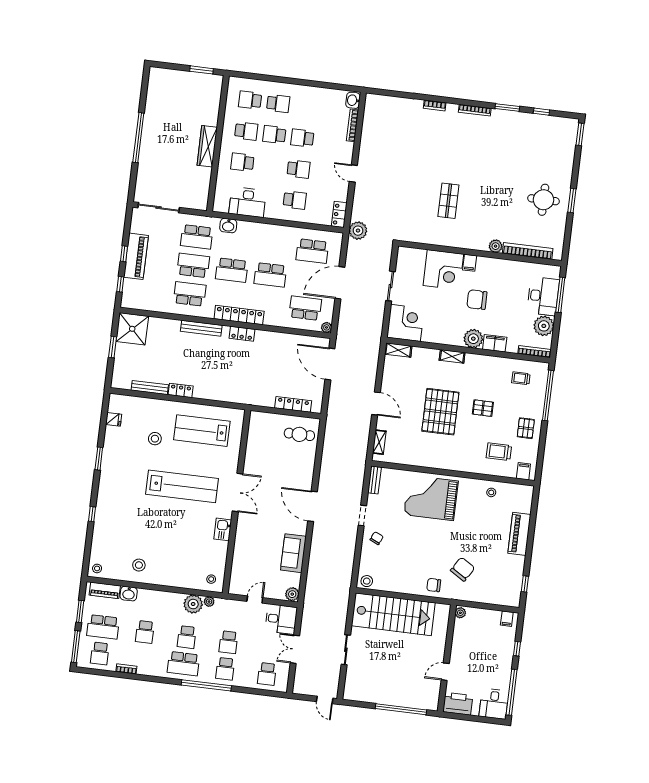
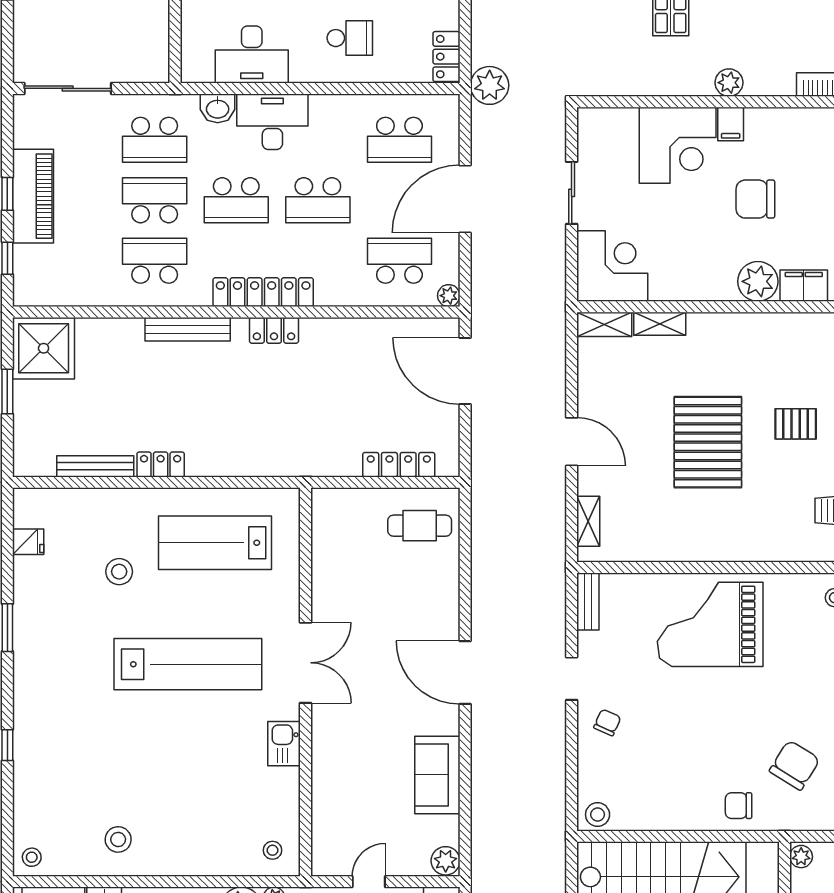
desk: (253, 235) -> (272, 122), added
plant: (496, 246) -> (729, 83), moved
shelving: (452, 356) -> (660, 324), moved

